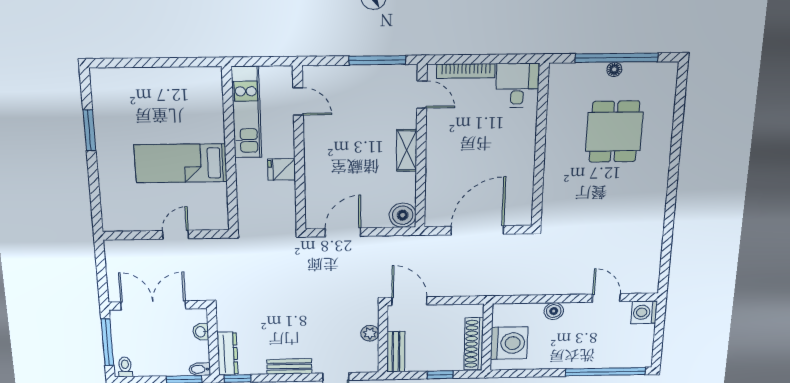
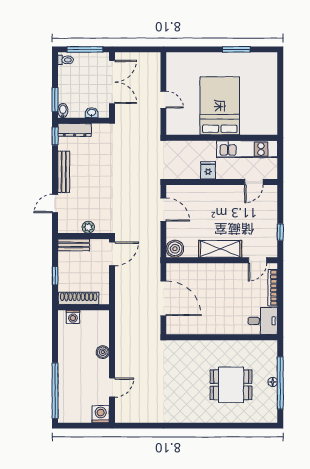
window: (377, 60) -> (280, 232), width x0.46
shelving: (407, 150) -> (220, 249), width x1.50, depth x1.33
bed: (181, 163) -> (220, 106), width x1.50
washing machine: (509, 343) -> (73, 317), width x0.53, depth x0.53
bench: (289, 366) -> (64, 172), width x1.36

